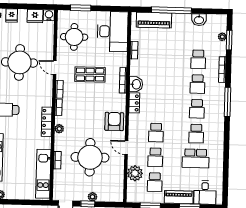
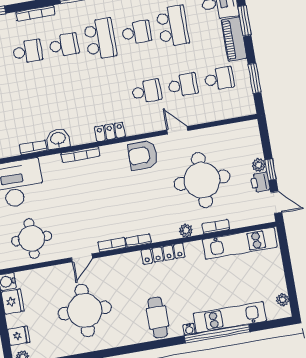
shop shelf: (90, 74) -> (82, 204), removed
washbasin: (136, 84) -> (58, 139), moved
school desk: (197, 109) -> (100, 39), width x1.85
plant: (59, 129) -> (186, 230), moved
door: (126, 148) -> (177, 130), swing flipped
plant: (135, 173) -> (212, 110), removed
printer: (81, 195) -> (260, 182), added

